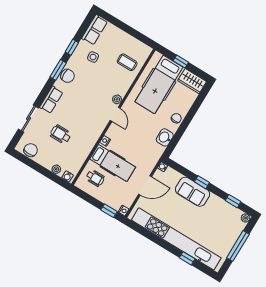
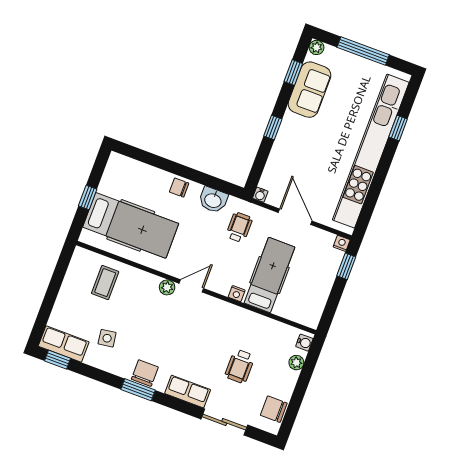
window: (72, 47) -> (57, 360), moved
wardrobe: (192, 81) -> (115, 174), removed
wheelchair: (95, 178) -> (239, 227), moved
sofa: (193, 192) -> (310, 90), moved

